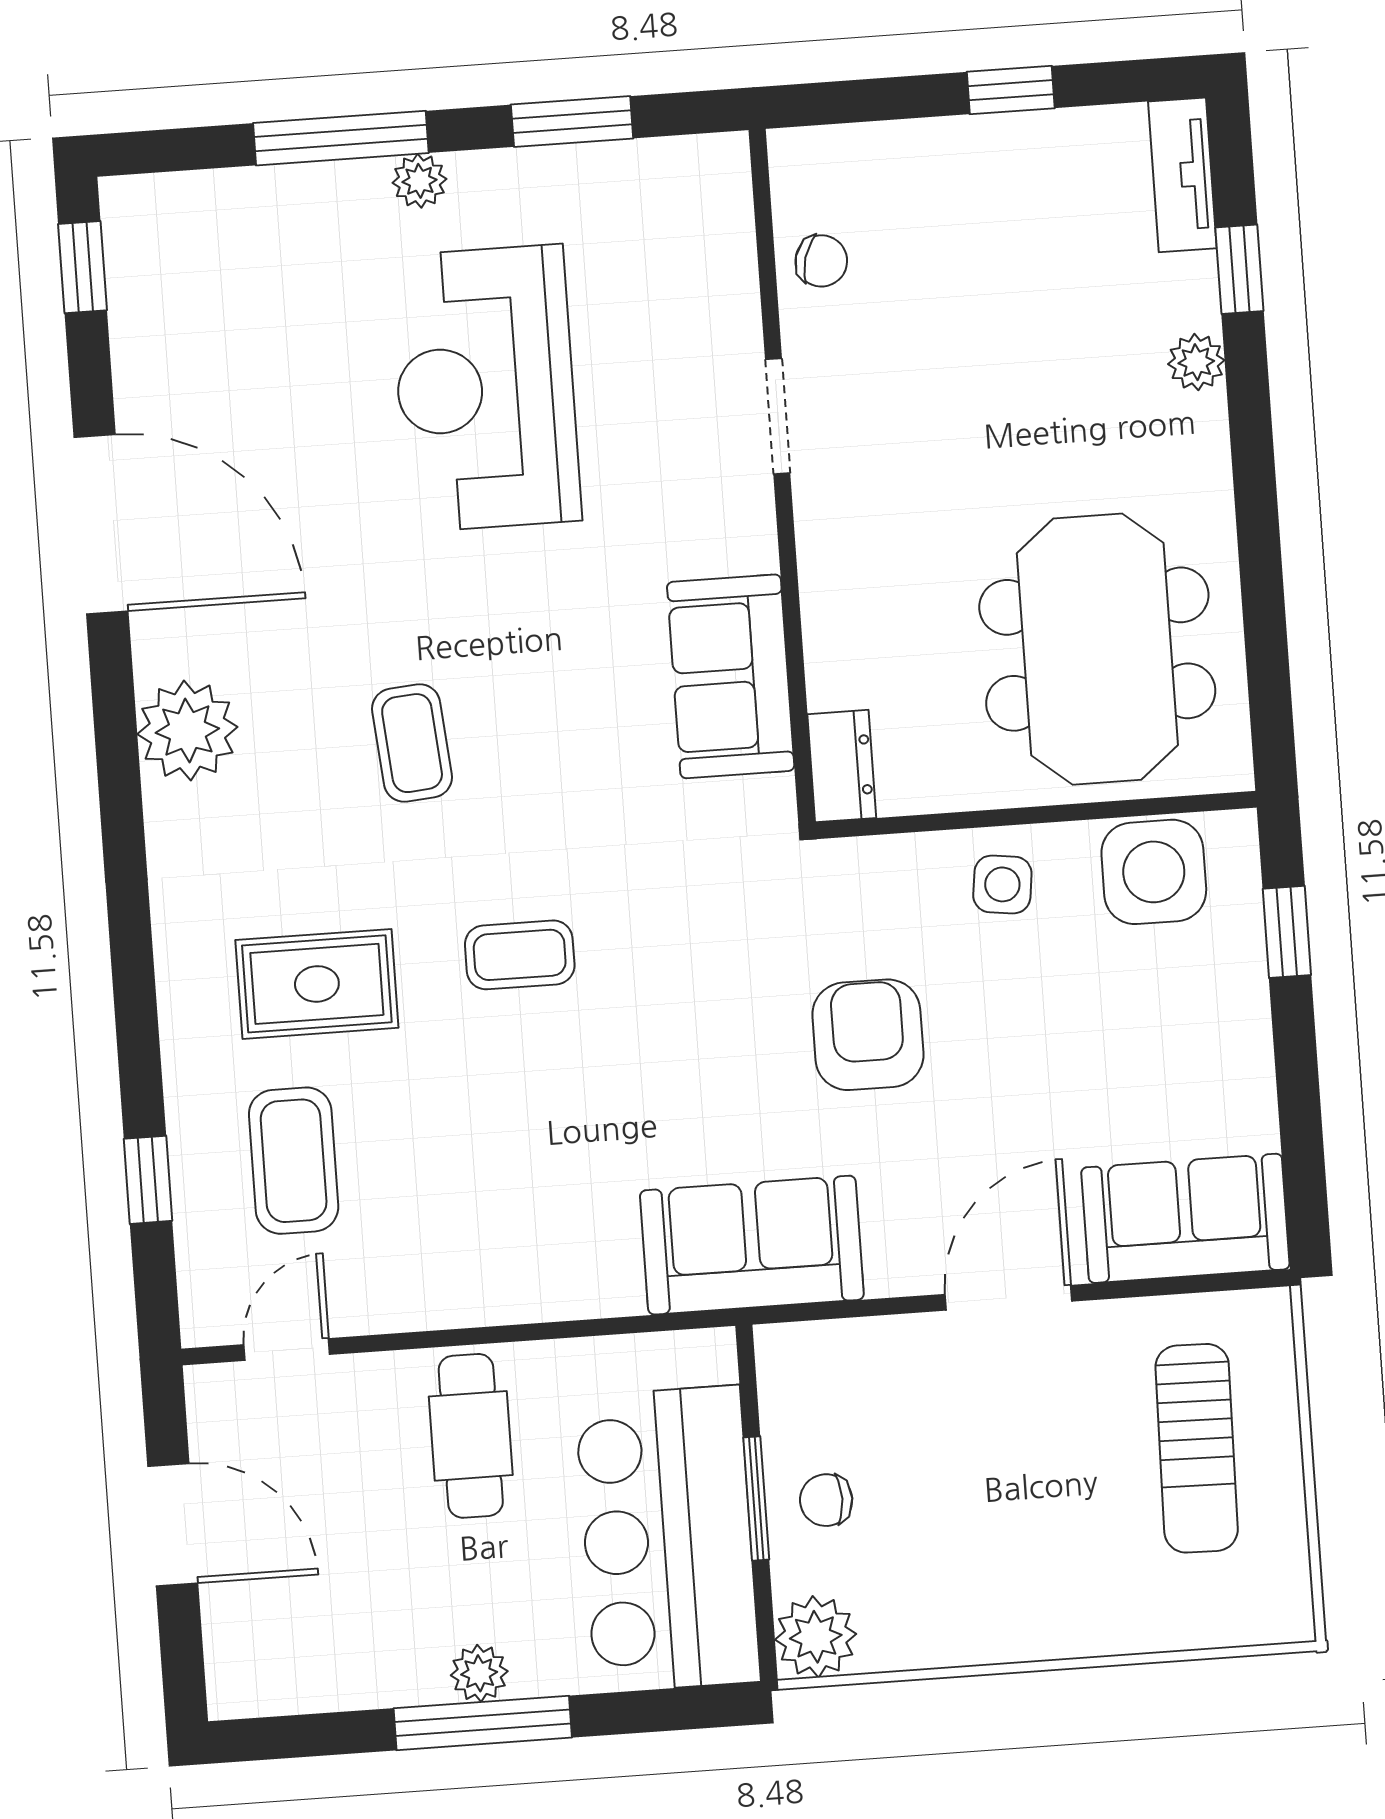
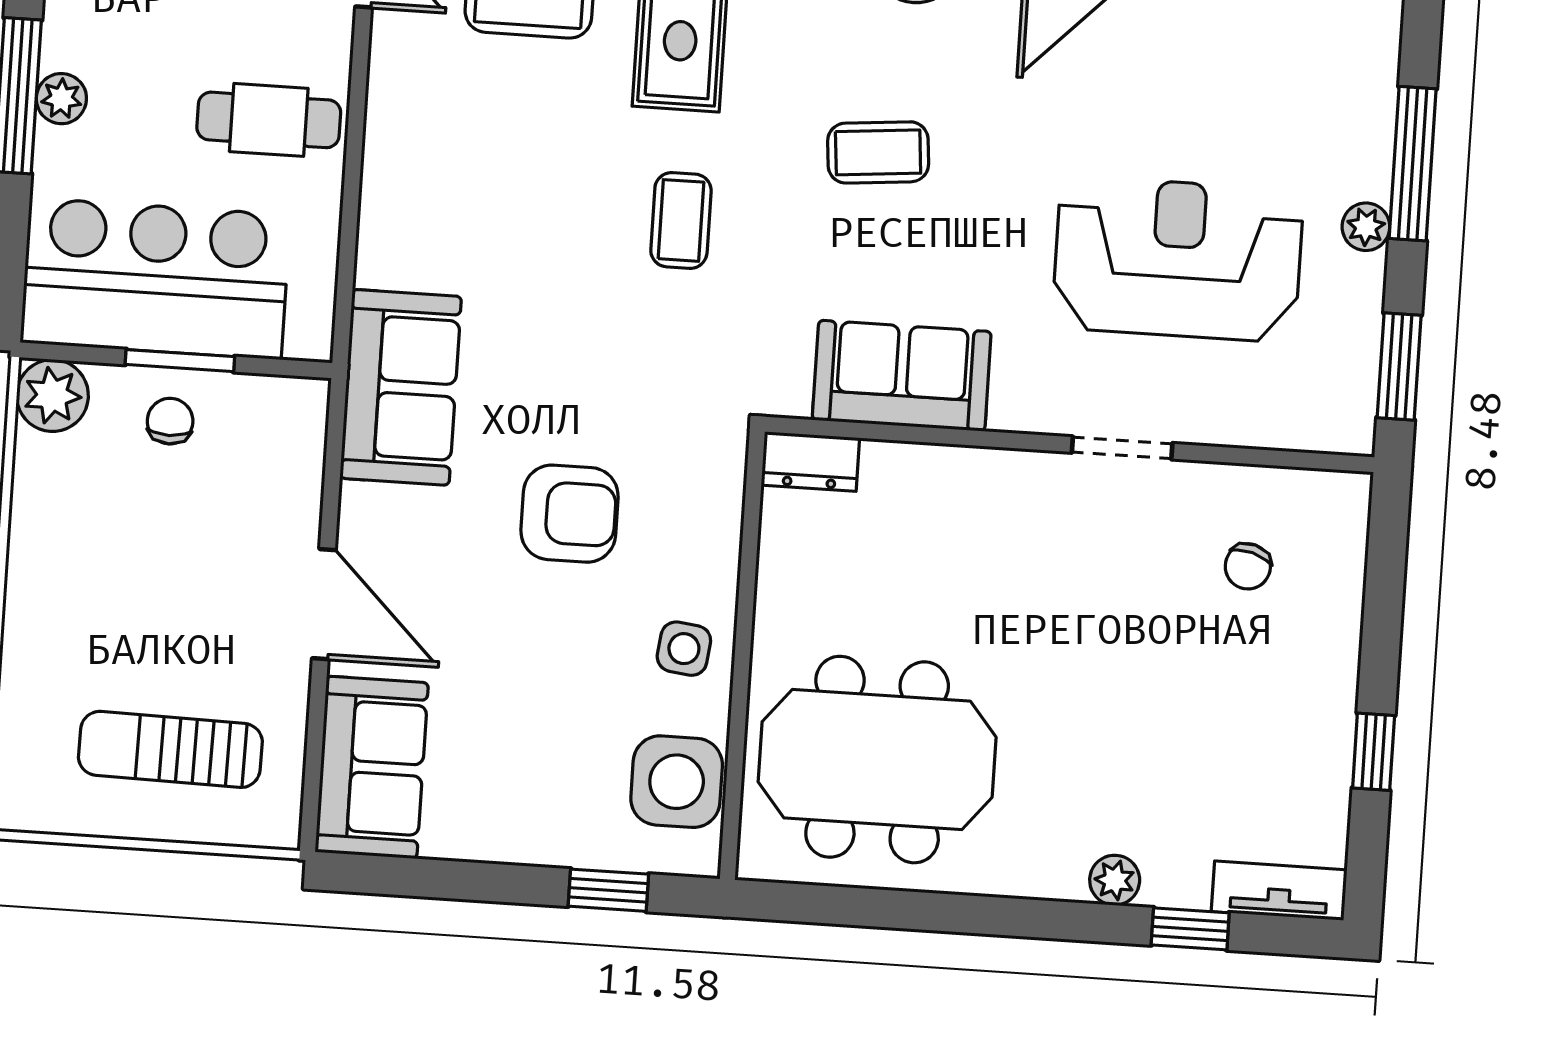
doorway: (778, 416) -> (1122, 448), moved
wall: (782, 476) -> (1070, 444), moved
sofa: (731, 676) -> (902, 376), moved
dresser: (842, 766) -> (810, 462), moved

